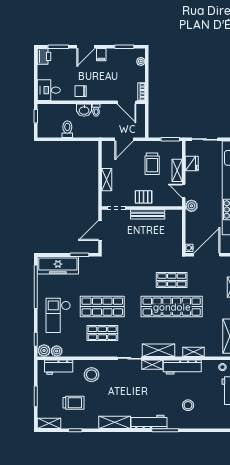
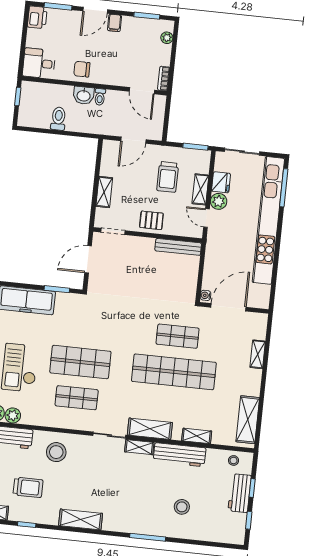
plant: (191, 206) -> (219, 201), moved
bench: (148, 214) -> (178, 247), moved
workbench: (149, 422) -> (127, 524), removed

